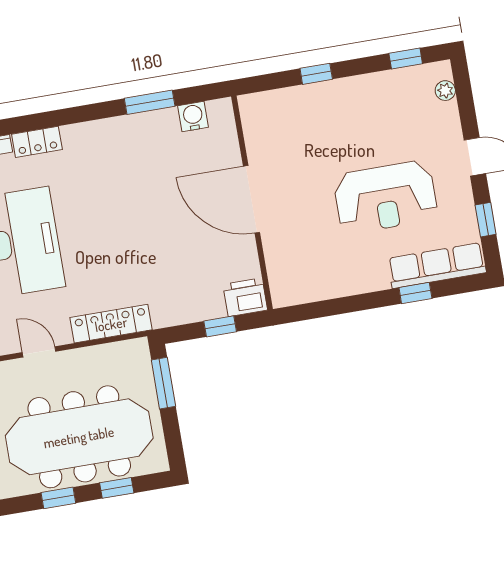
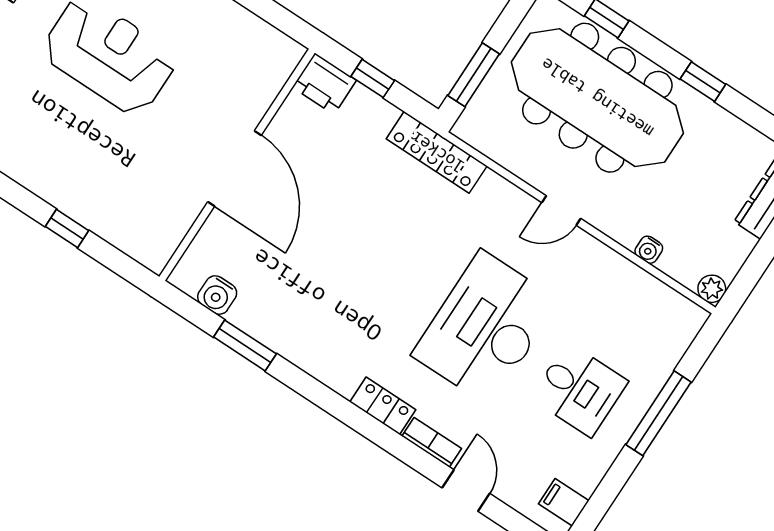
locker: (111, 324) -> (437, 152), moved
door: (39, 352) -> (561, 210), hinge flipped
window: (58, 498) -> (703, 82), moved

